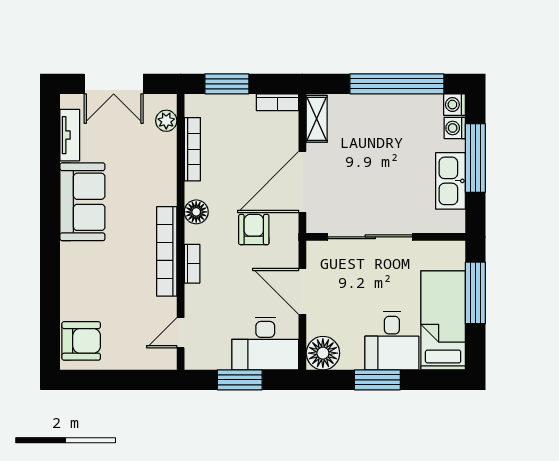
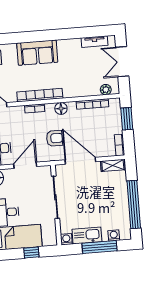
washing machine: (455, 105) -> (66, 239), moved
sofa: (82, 202) -> (37, 53), moved
window: (475, 293) -> (31, 253), width x0.46

